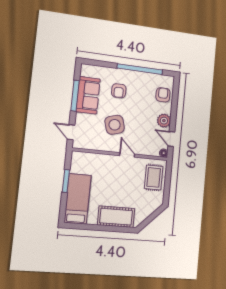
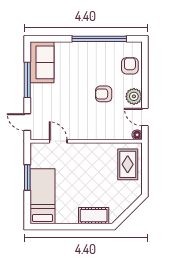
armchair: (119, 91) -> (104, 94), moved, turned 90
sofa: (88, 95) -> (42, 62), moved
side table: (115, 125) -> (76, 108), removed
door: (127, 155) -> (58, 141), moved
cot: (116, 217) -> (94, 216), width x0.73, depth x0.75

